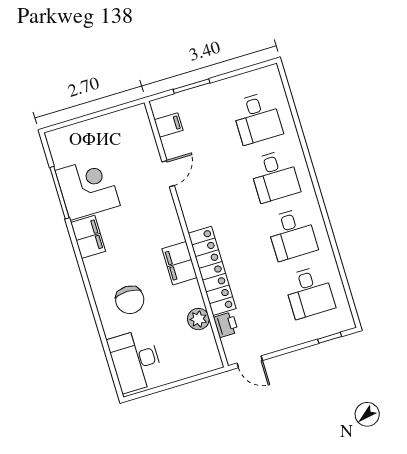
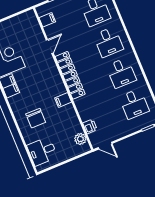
filing cabinet: (180, 263) -> (63, 100), width x0.50
locker: (212, 271) -> (70, 75), moved
plant: (198, 319) -> (80, 139), moved
desk: (135, 361) -> (42, 151), width x0.73

